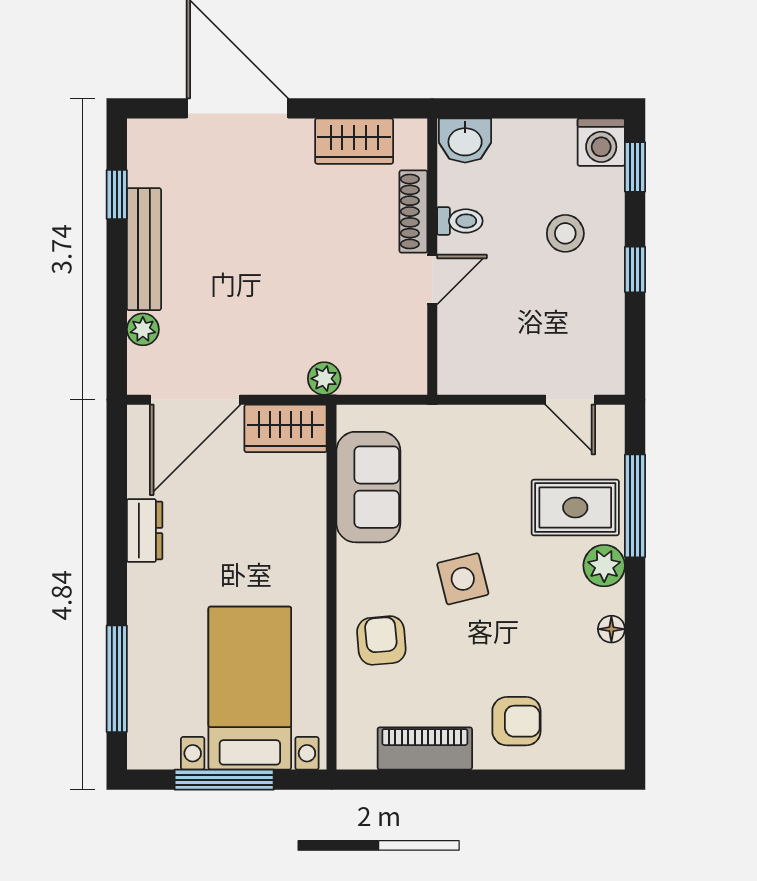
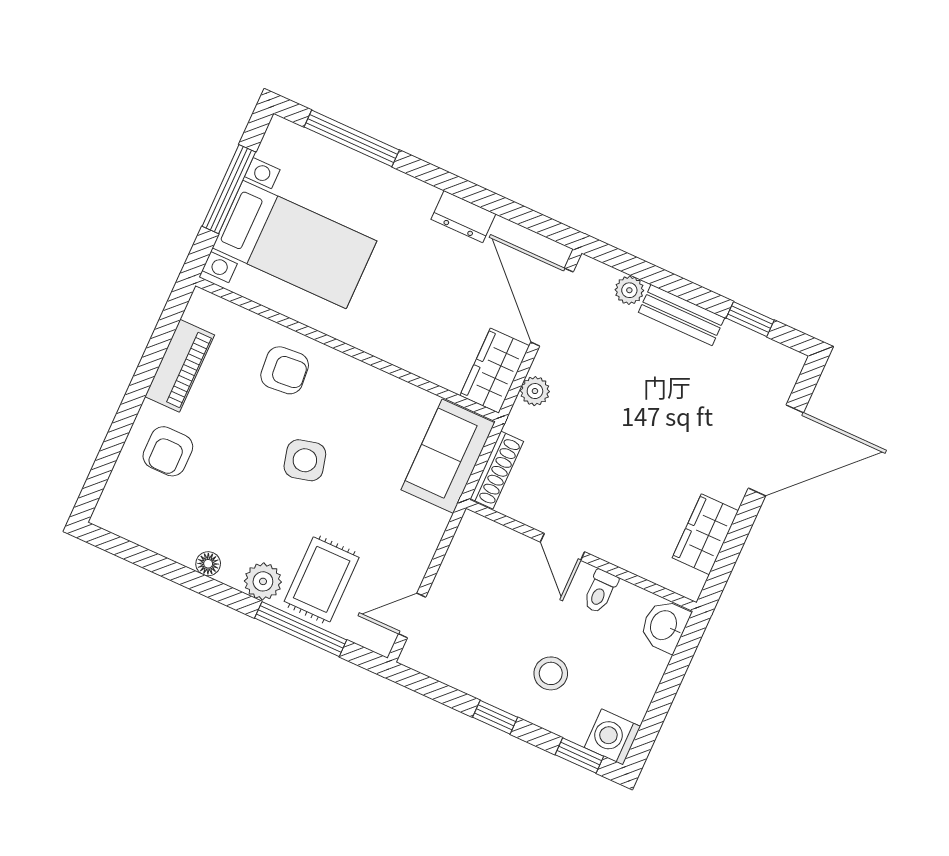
shoe rack: (413, 212) -> (497, 470), moved, turned 90
bench: (144, 249) -> (682, 315), width x0.73
plant: (324, 379) -> (535, 391), moved
sofa: (368, 487) -> (448, 456), moved, turned 90

